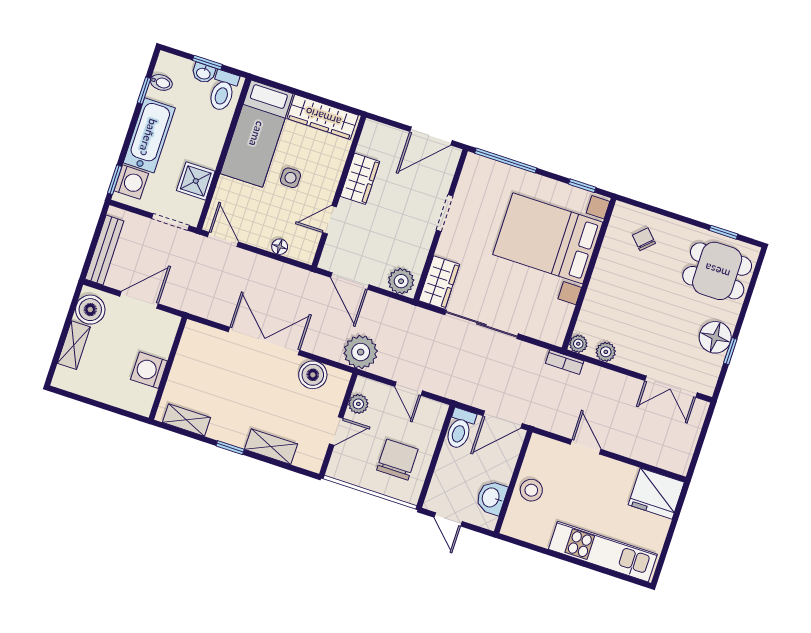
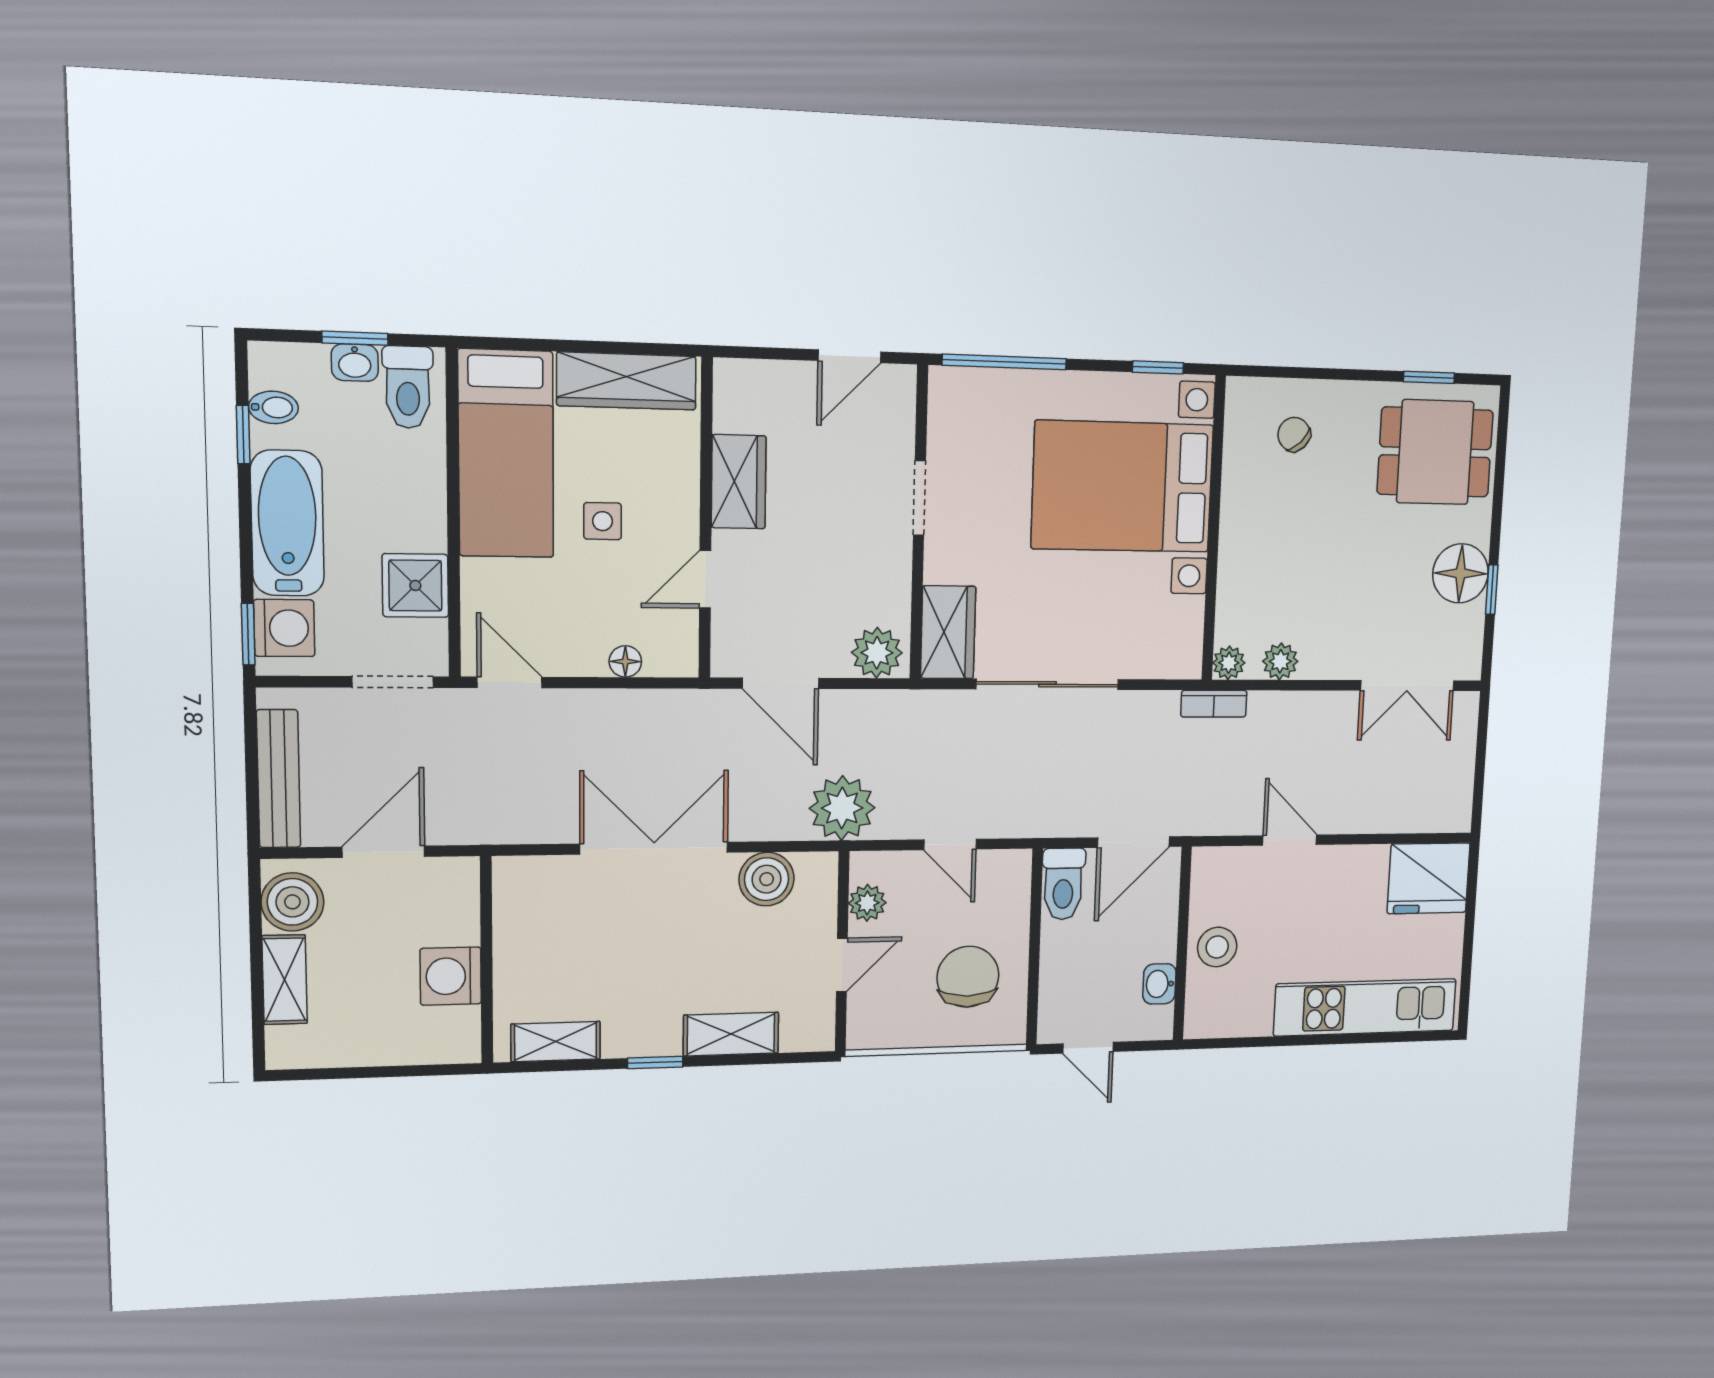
door: (431, 136) -> (850, 356), width x0.73
washbasin: (491, 498) -> (1159, 984), width x0.72, depth x0.69

